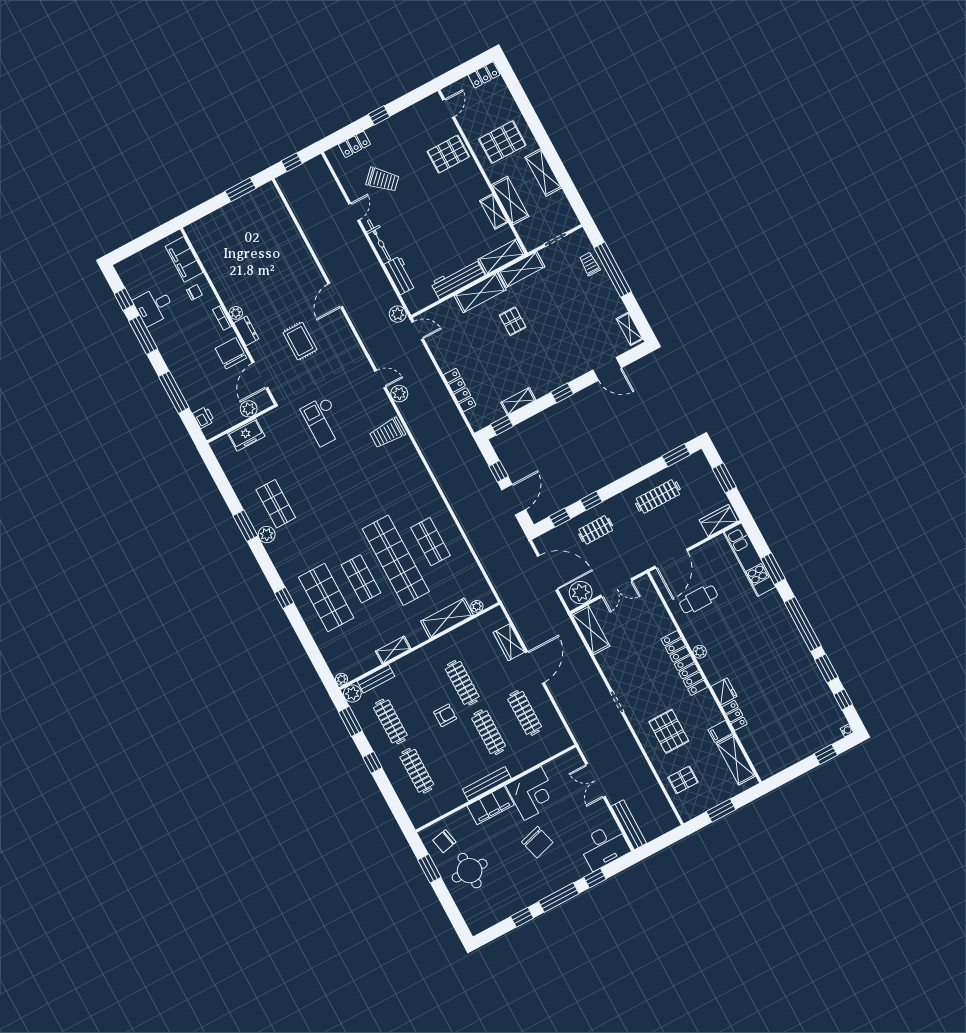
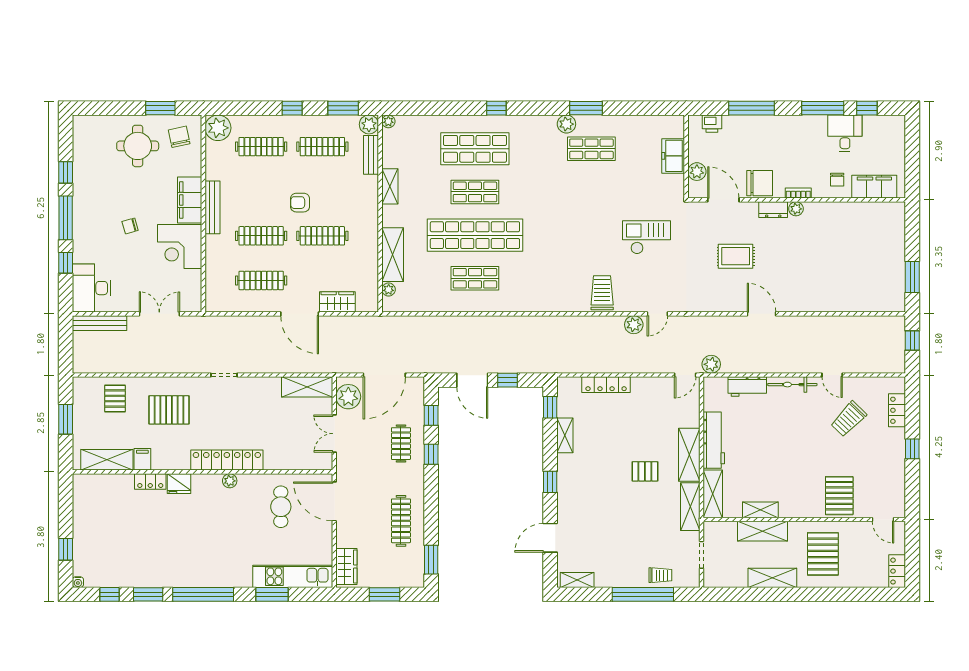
armchair: (445, 715) -> (300, 203), turned 90
plant: (420, 814) -> (218, 128), added
chair: (537, 842) -> (130, 226), width x0.54, depth x0.54

